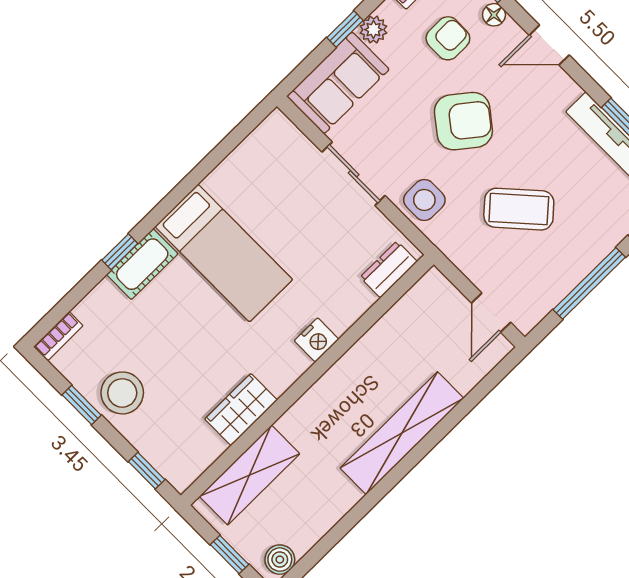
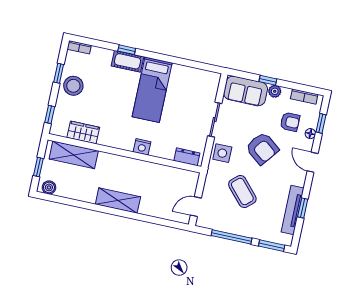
wardrobe: (241, 410) -> (83, 132), moved
shelving: (402, 433) -> (118, 201), width x0.68

